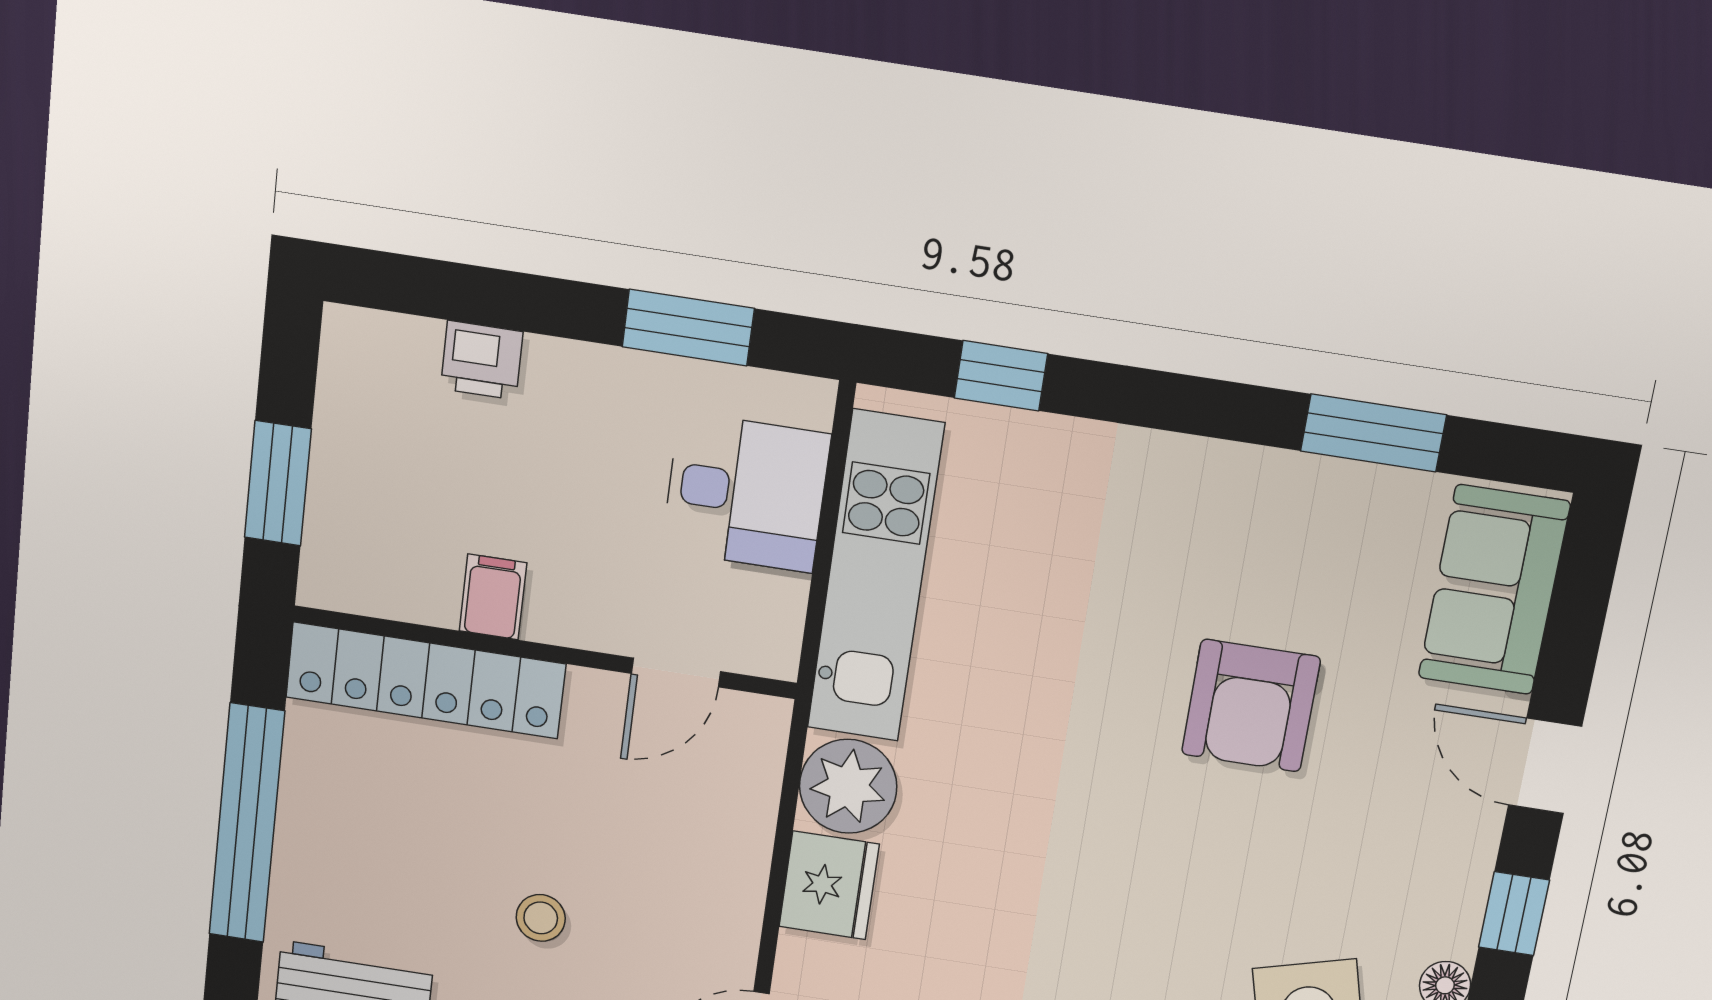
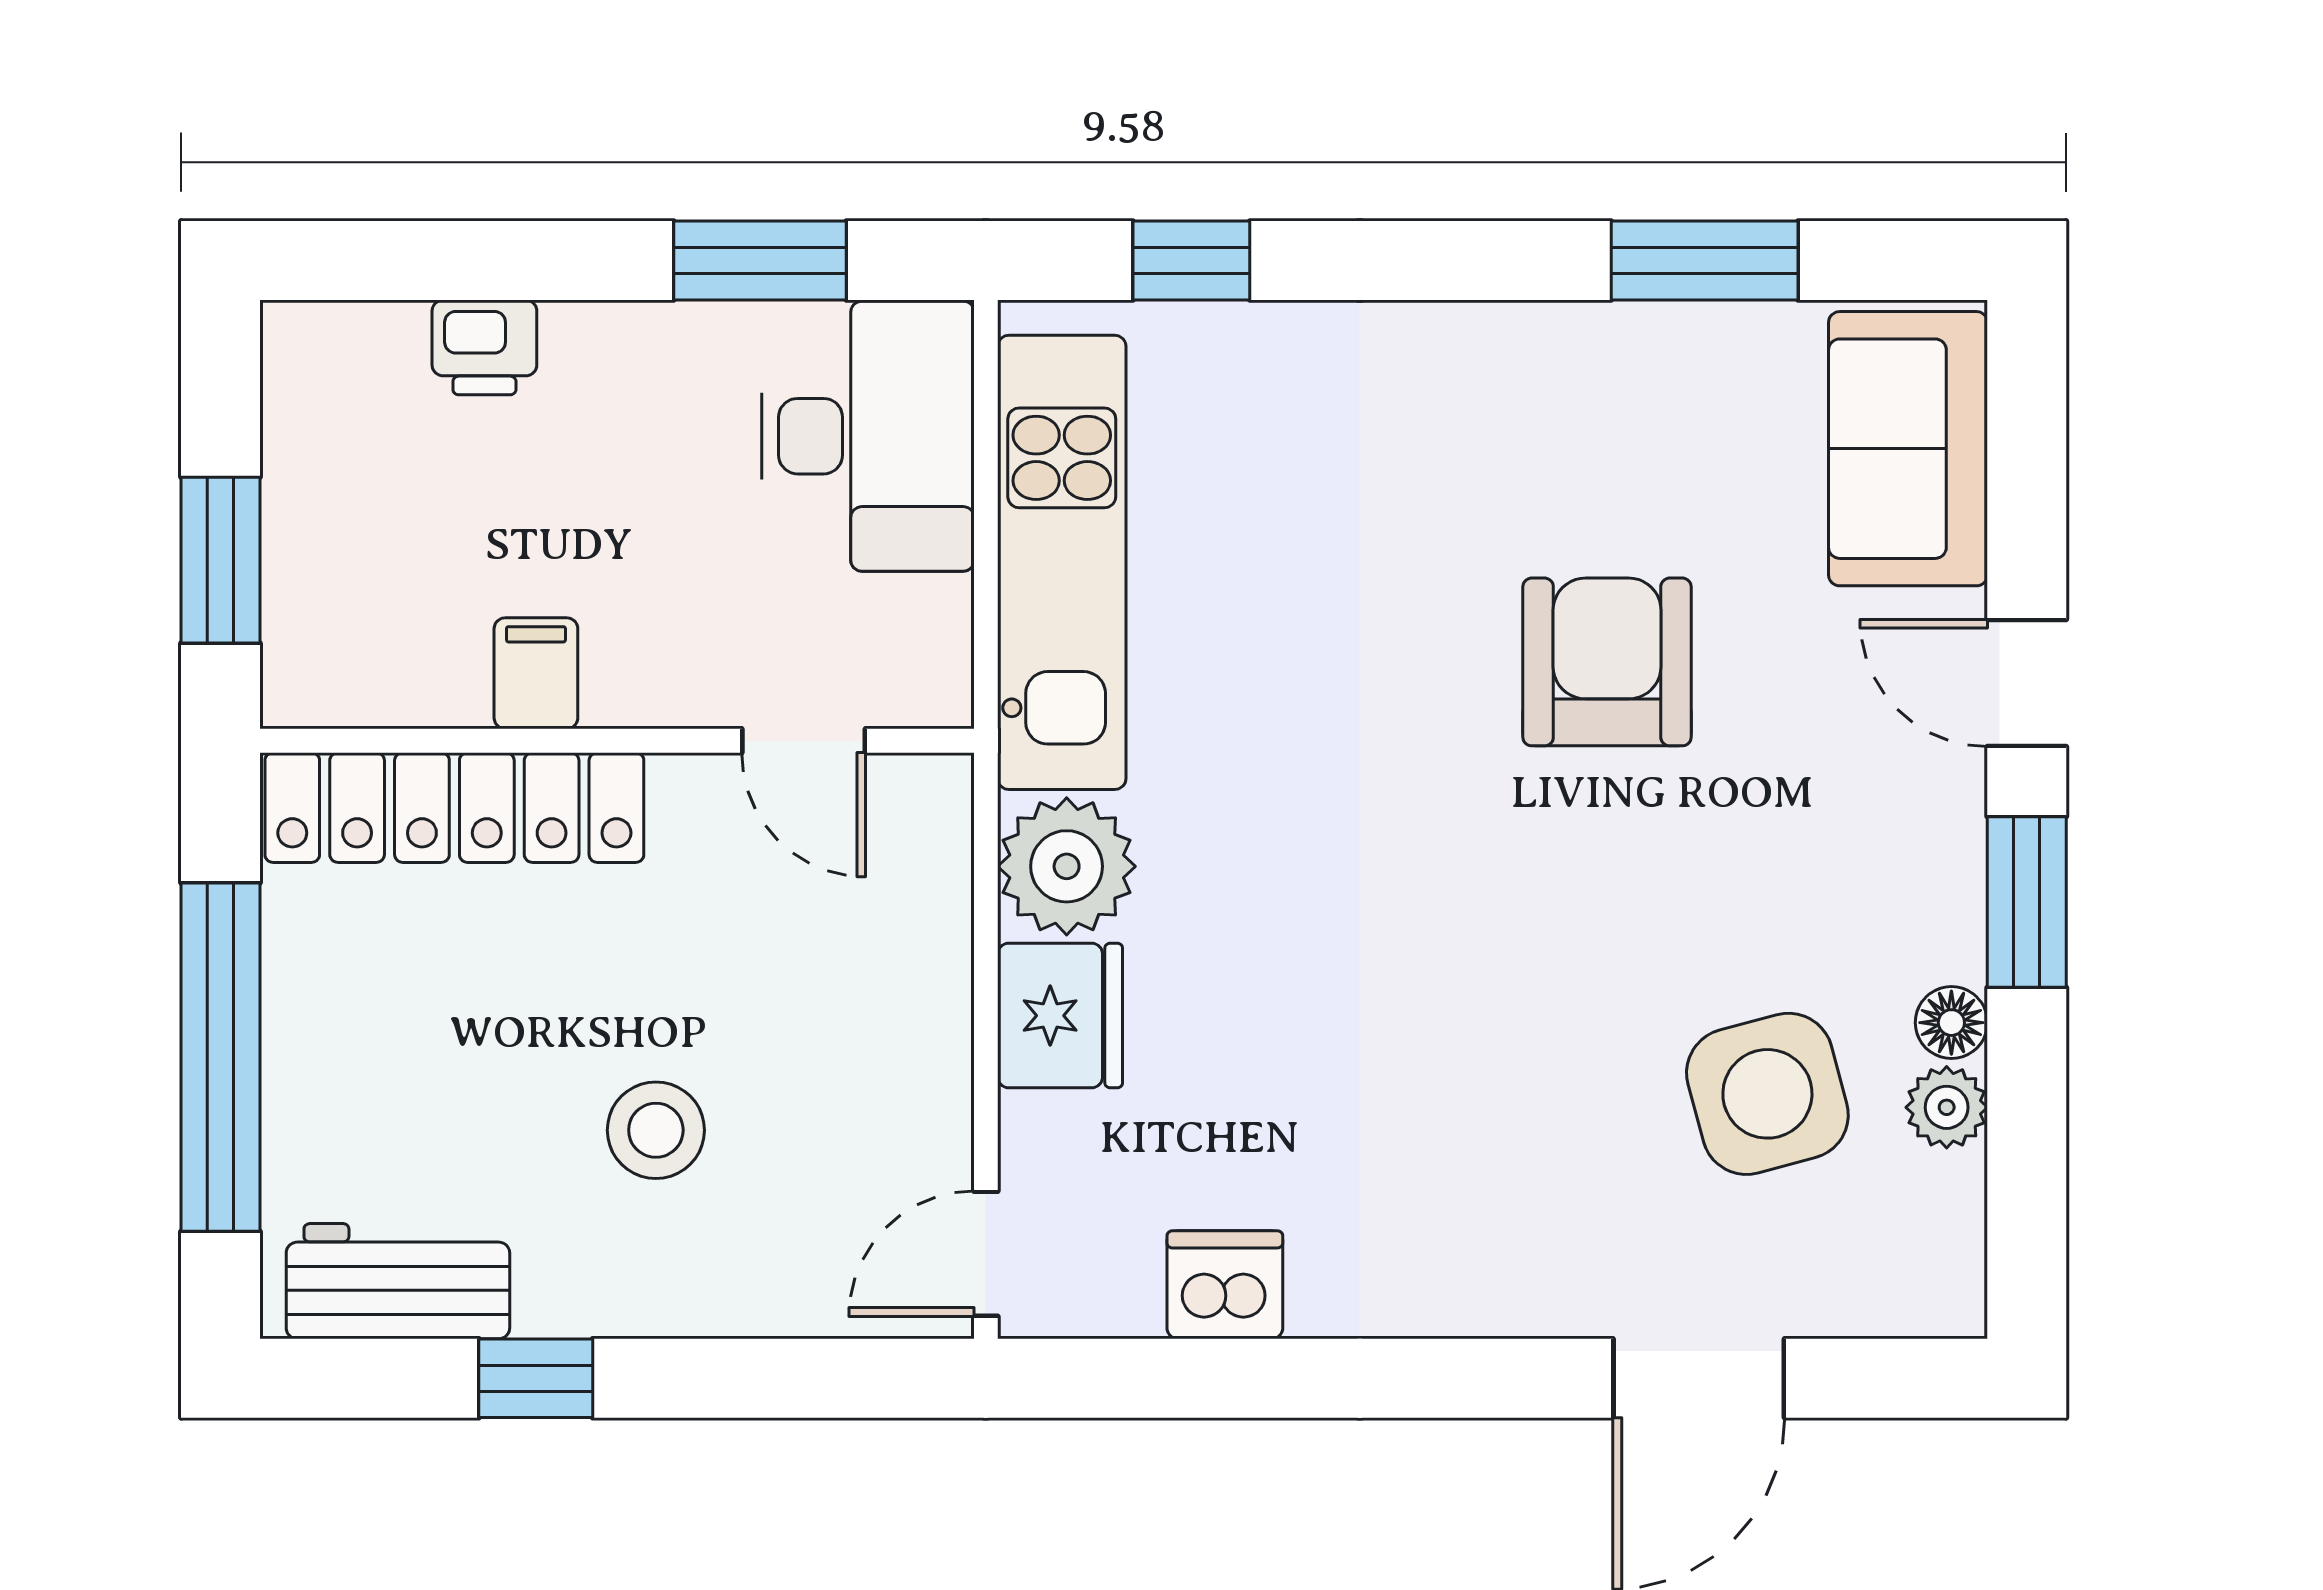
desk: (746, 492) -> (868, 436), width x1.37
door: (676, 672) -> (804, 741), hinge flipped
armchair: (1251, 706) -> (1607, 662), turned 180
window: (1514, 914) -> (2027, 902), width x1.50
stool: (541, 918) -> (656, 1130), width x1.37, depth x1.37

